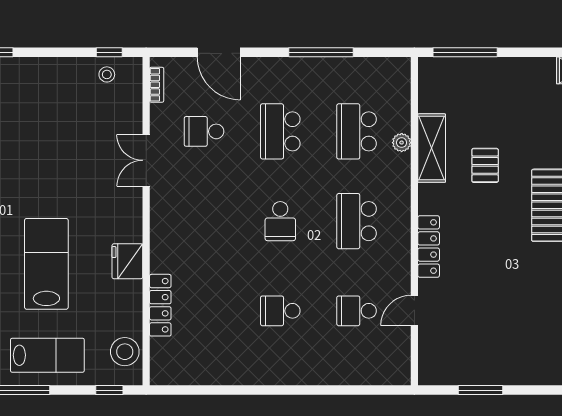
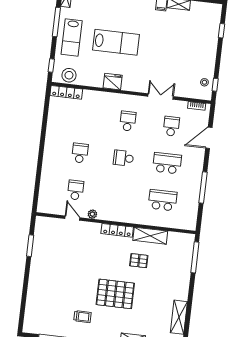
plant: (402, 143) -> (92, 214), moved
school desk: (357, 221) -> (128, 121), moved, width x0.54
locker: (429, 246) -> (117, 230), moved
locker: (160, 305) -> (66, 92), moved

